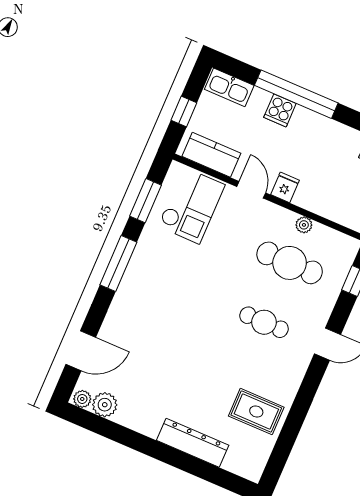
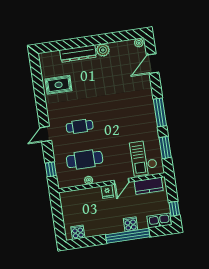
window: (184, 112) -> (174, 209), moved
door: (251, 190) -> (121, 181), hinge flipped
plant: (105, 405) -> (103, 50), moved

